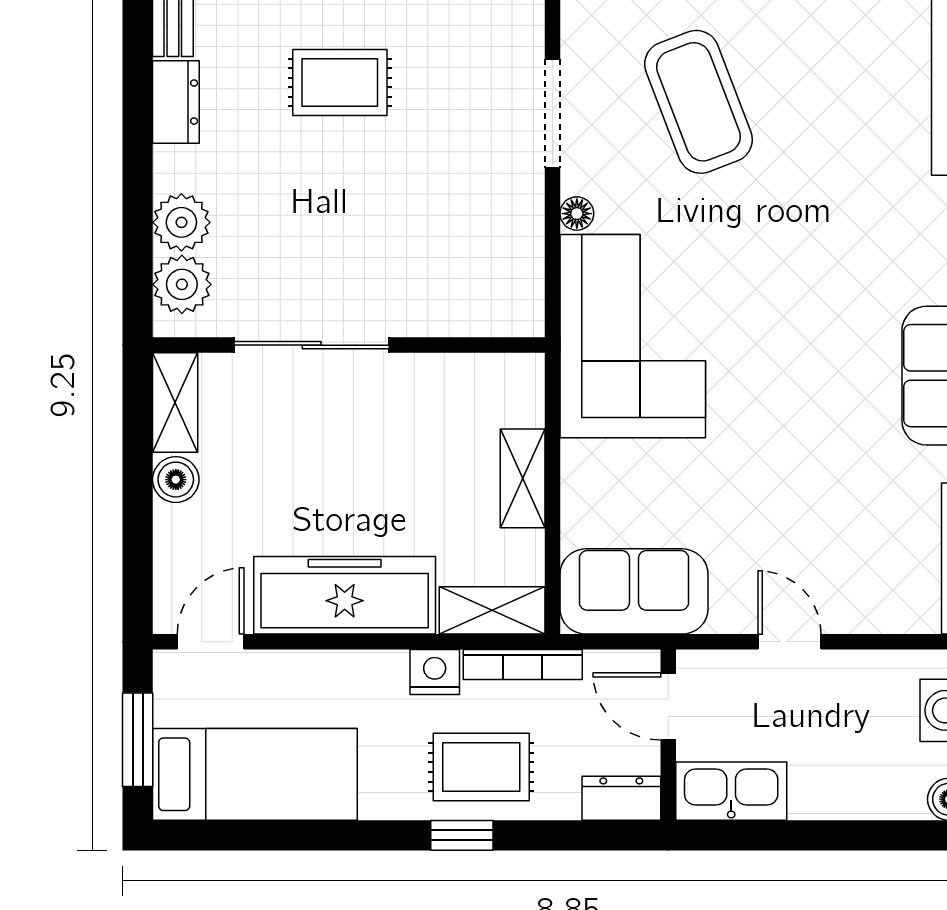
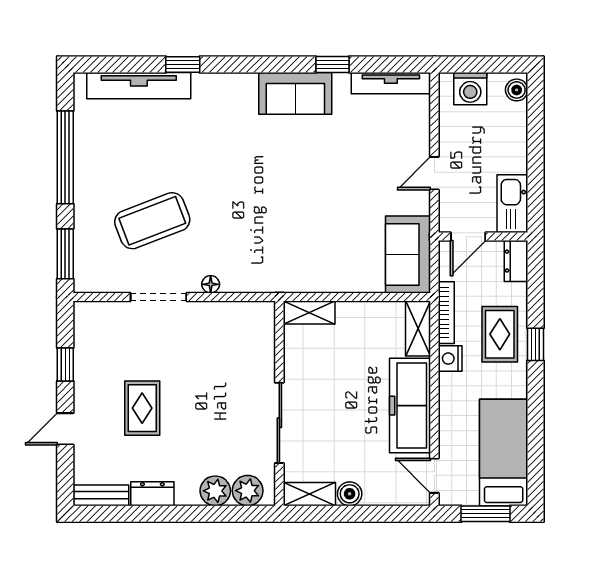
corner sofa: (633, 336) -> (275, 255), removed
shelving: (523, 478) -> (309, 313), moved

